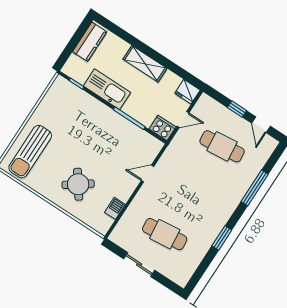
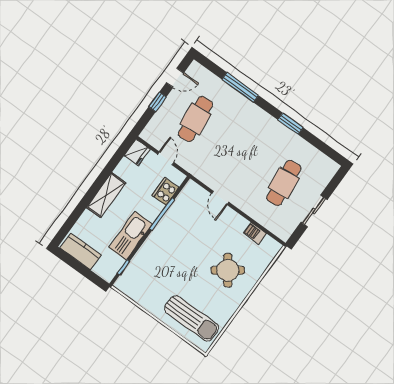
cooker: (162, 128) -> (165, 191), moved

